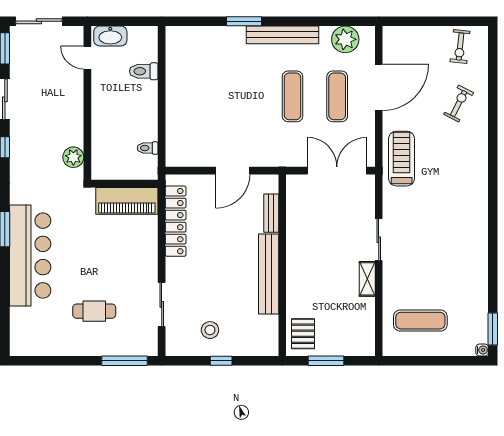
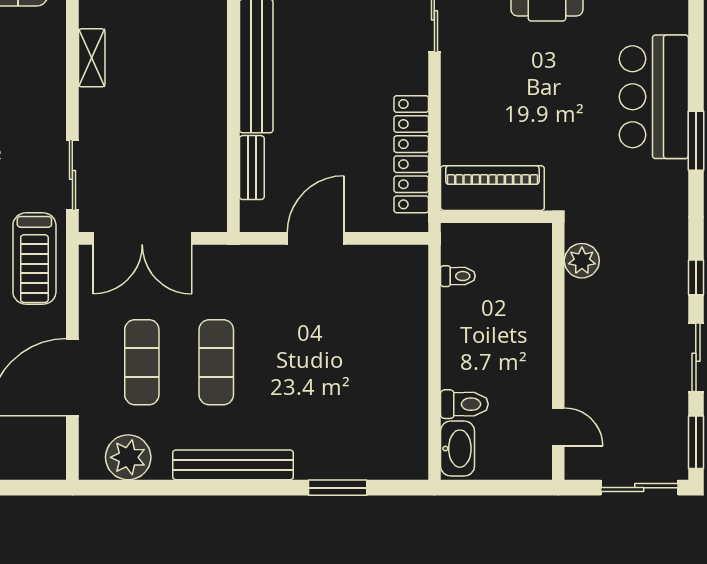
window: (244, 21) -> (338, 488), moved
washbasin: (110, 36) -> (458, 449), moved, turned 90
sliding door: (379, 240) -> (72, 175), moved
bar counter: (30, 256) -> (654, 97), width x0.73

